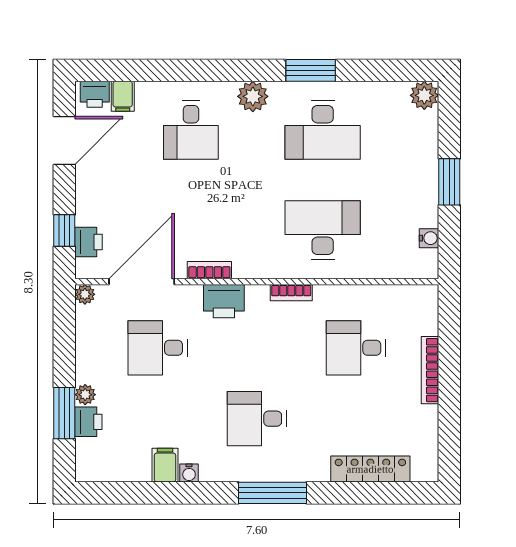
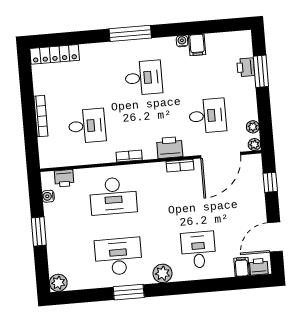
printer: (89, 242) -> (64, 178), moved, turned -90
plant: (85, 395) -> (253, 127), moved
locker: (370, 469) -> (55, 54), moved

